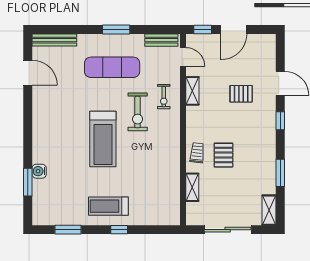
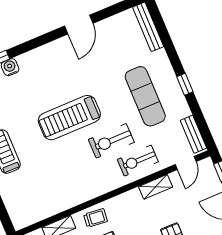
window: (116, 29) -> (185, 84), width x0.67
door: (28, 73) -> (79, 25), moved
exercise bike: (164, 97) -> (138, 161), width x1.38, depth x1.39

